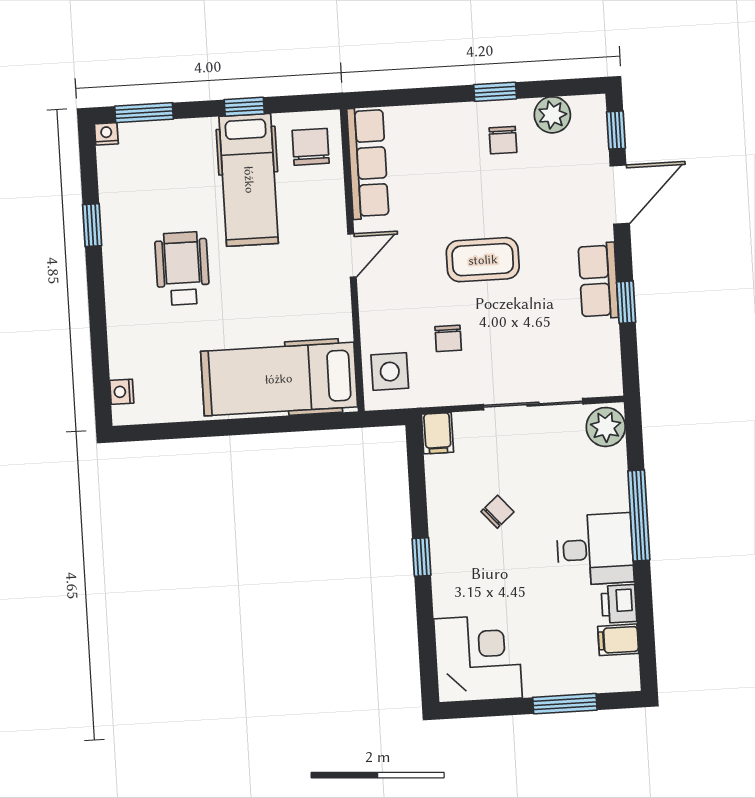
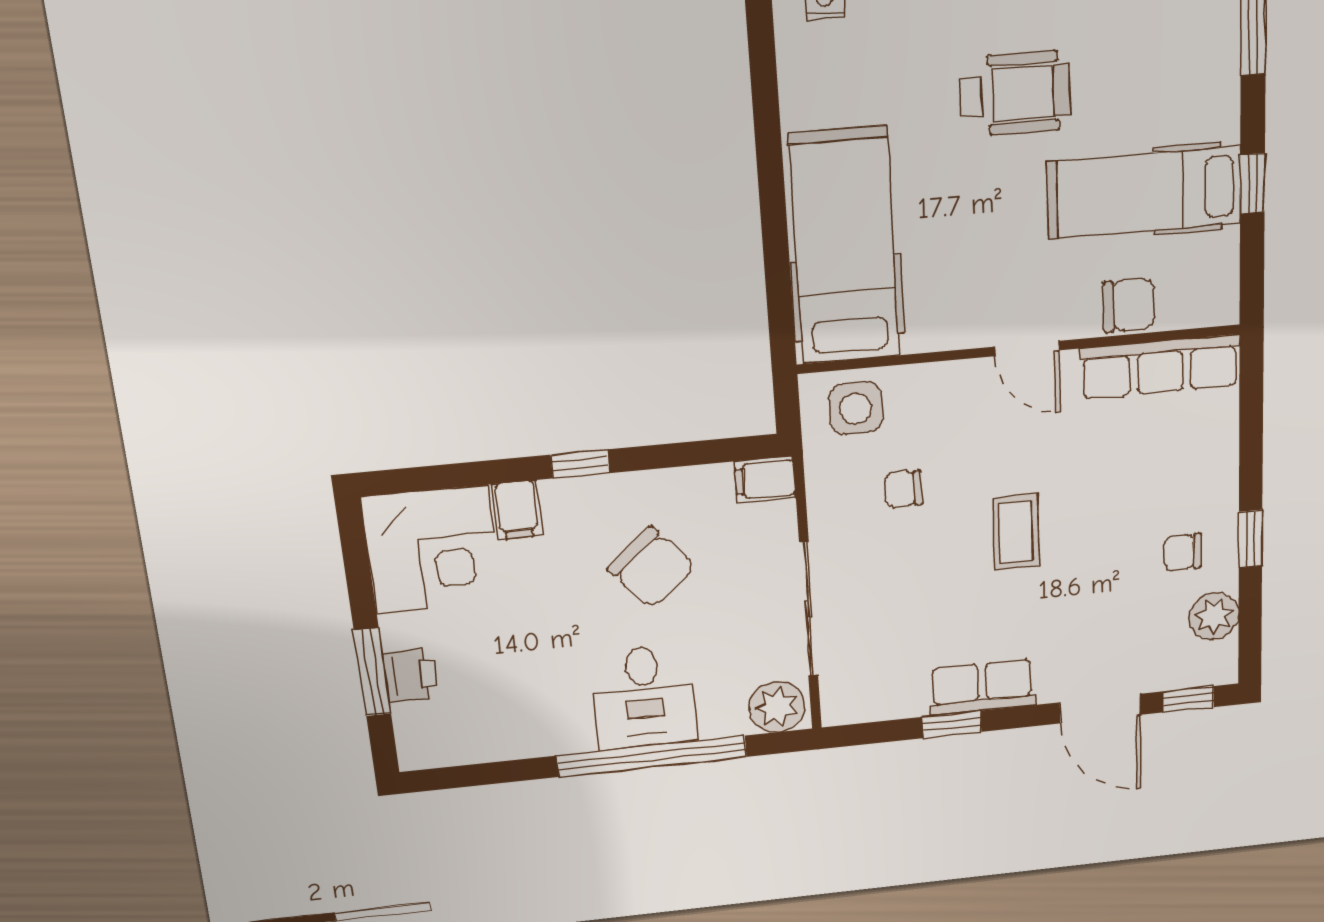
chair: (311, 147) -> (1129, 305), moved
coffee table: (483, 260) -> (1016, 532), width x0.73, depth x0.77
chair: (497, 512) -> (651, 568), width x1.87, depth x1.87
window: (639, 515) -> (652, 756), width x1.46
desk: (595, 549) -> (644, 697), moved
printer: (619, 604) -> (411, 675), moved, turned 90
filing cabinet: (618, 640) -> (517, 510), moved, turned 180

